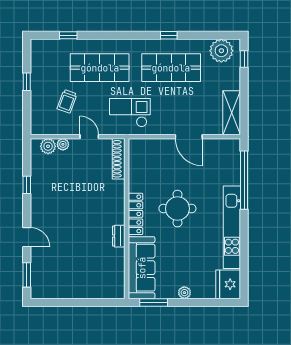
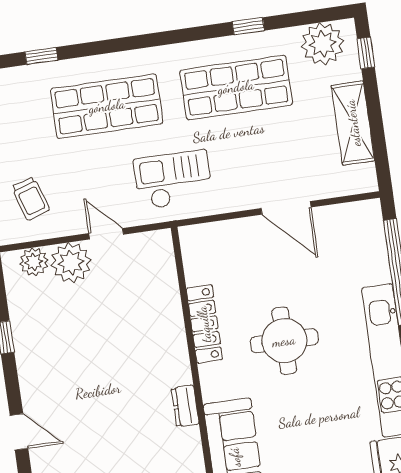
window: (169, 35) -> (248, 26), moved
trolley: (67, 101) -> (31, 198), moved, turned -38
shelving: (232, 113) -> (353, 123), moved
plant: (63, 144) -> (71, 263), width x1.87, depth x1.87
shoe rack: (119, 159) -> (165, 266), removed
locker: (135, 214) -> (204, 324), moved

